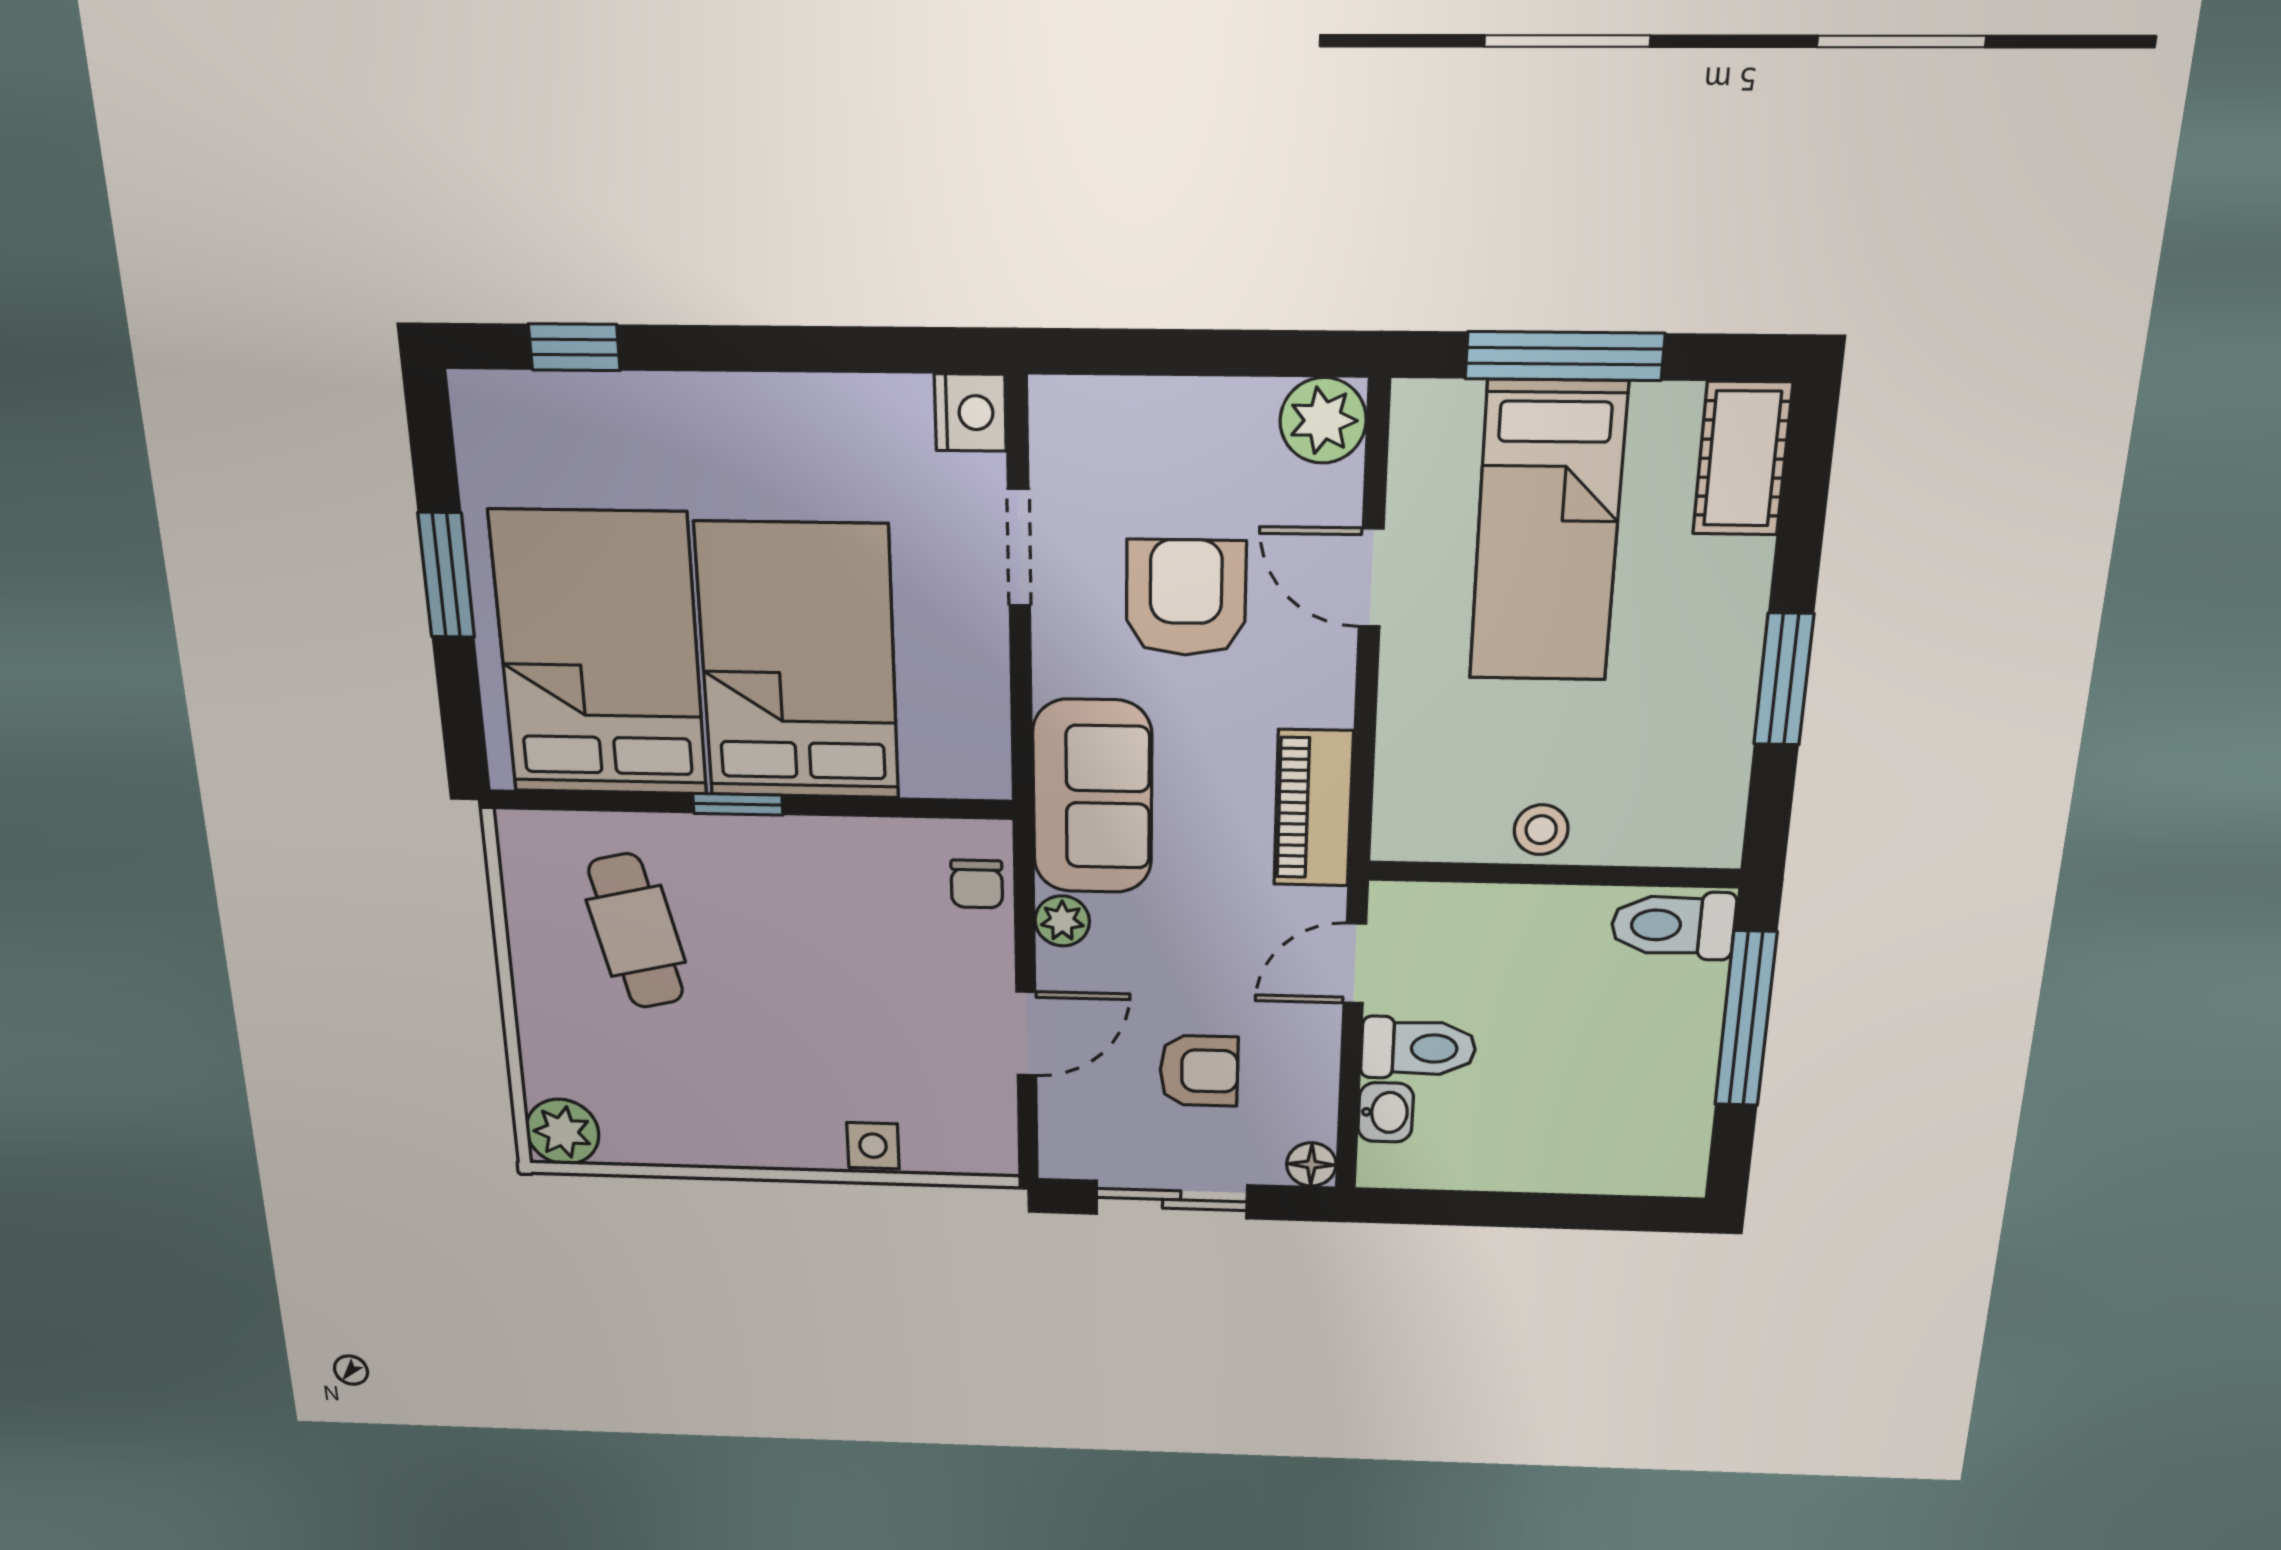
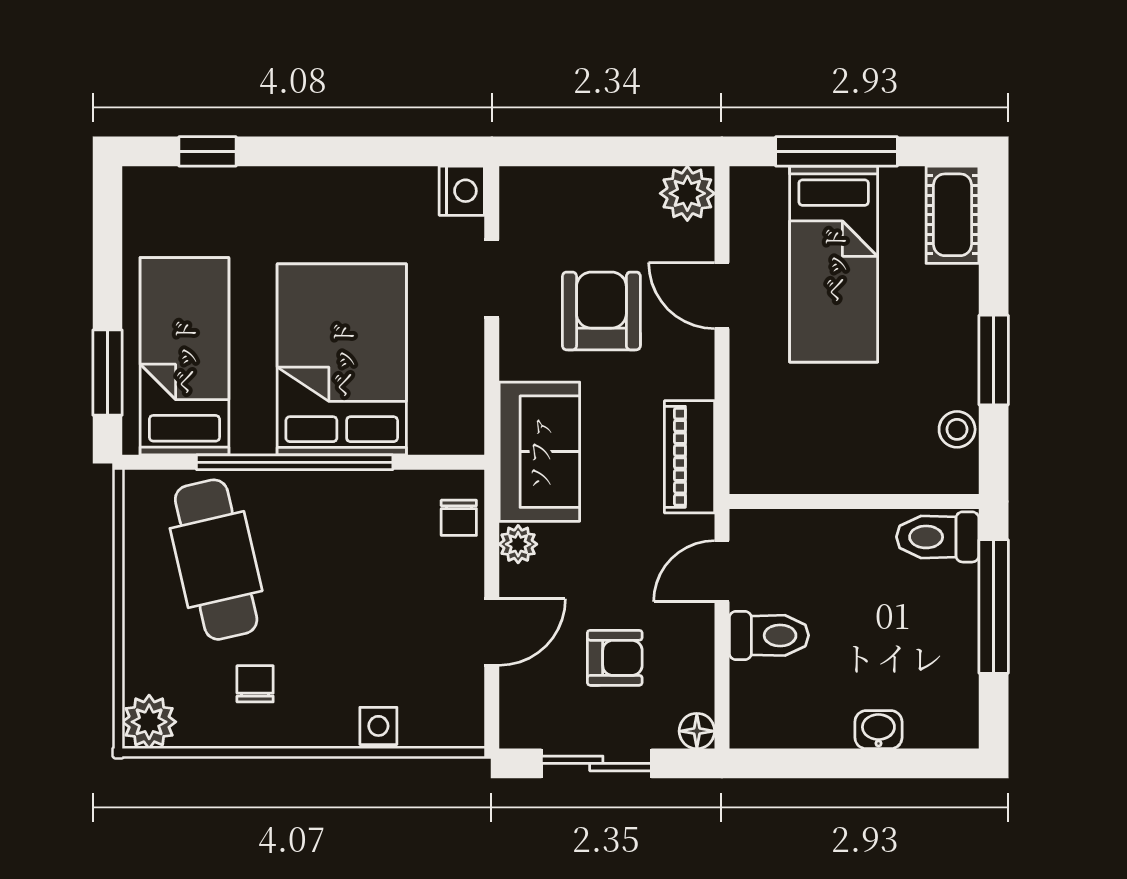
window: (446, 575) -> (107, 373), moved
bed: (599, 654) -> (184, 356), width x0.67
window: (738, 804) -> (295, 462), width x3.17
stool: (1541, 830) -> (957, 429), moved
cafe table: (636, 931) -> (216, 560), width x1.37, depth x1.35
chair: (702, 1089) -> (255, 684), added
washbasin: (1386, 1112) -> (878, 730), moved, turned -90

